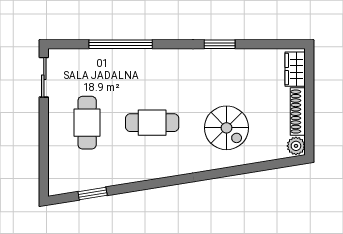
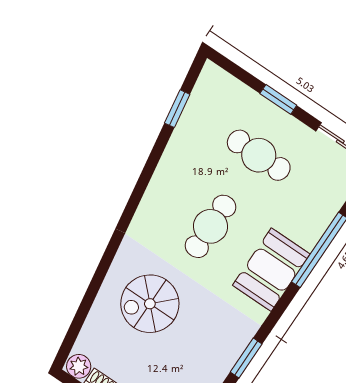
booth: (154, 66) -> (271, 270), added
window: (44, 134) -> (278, 99), added

